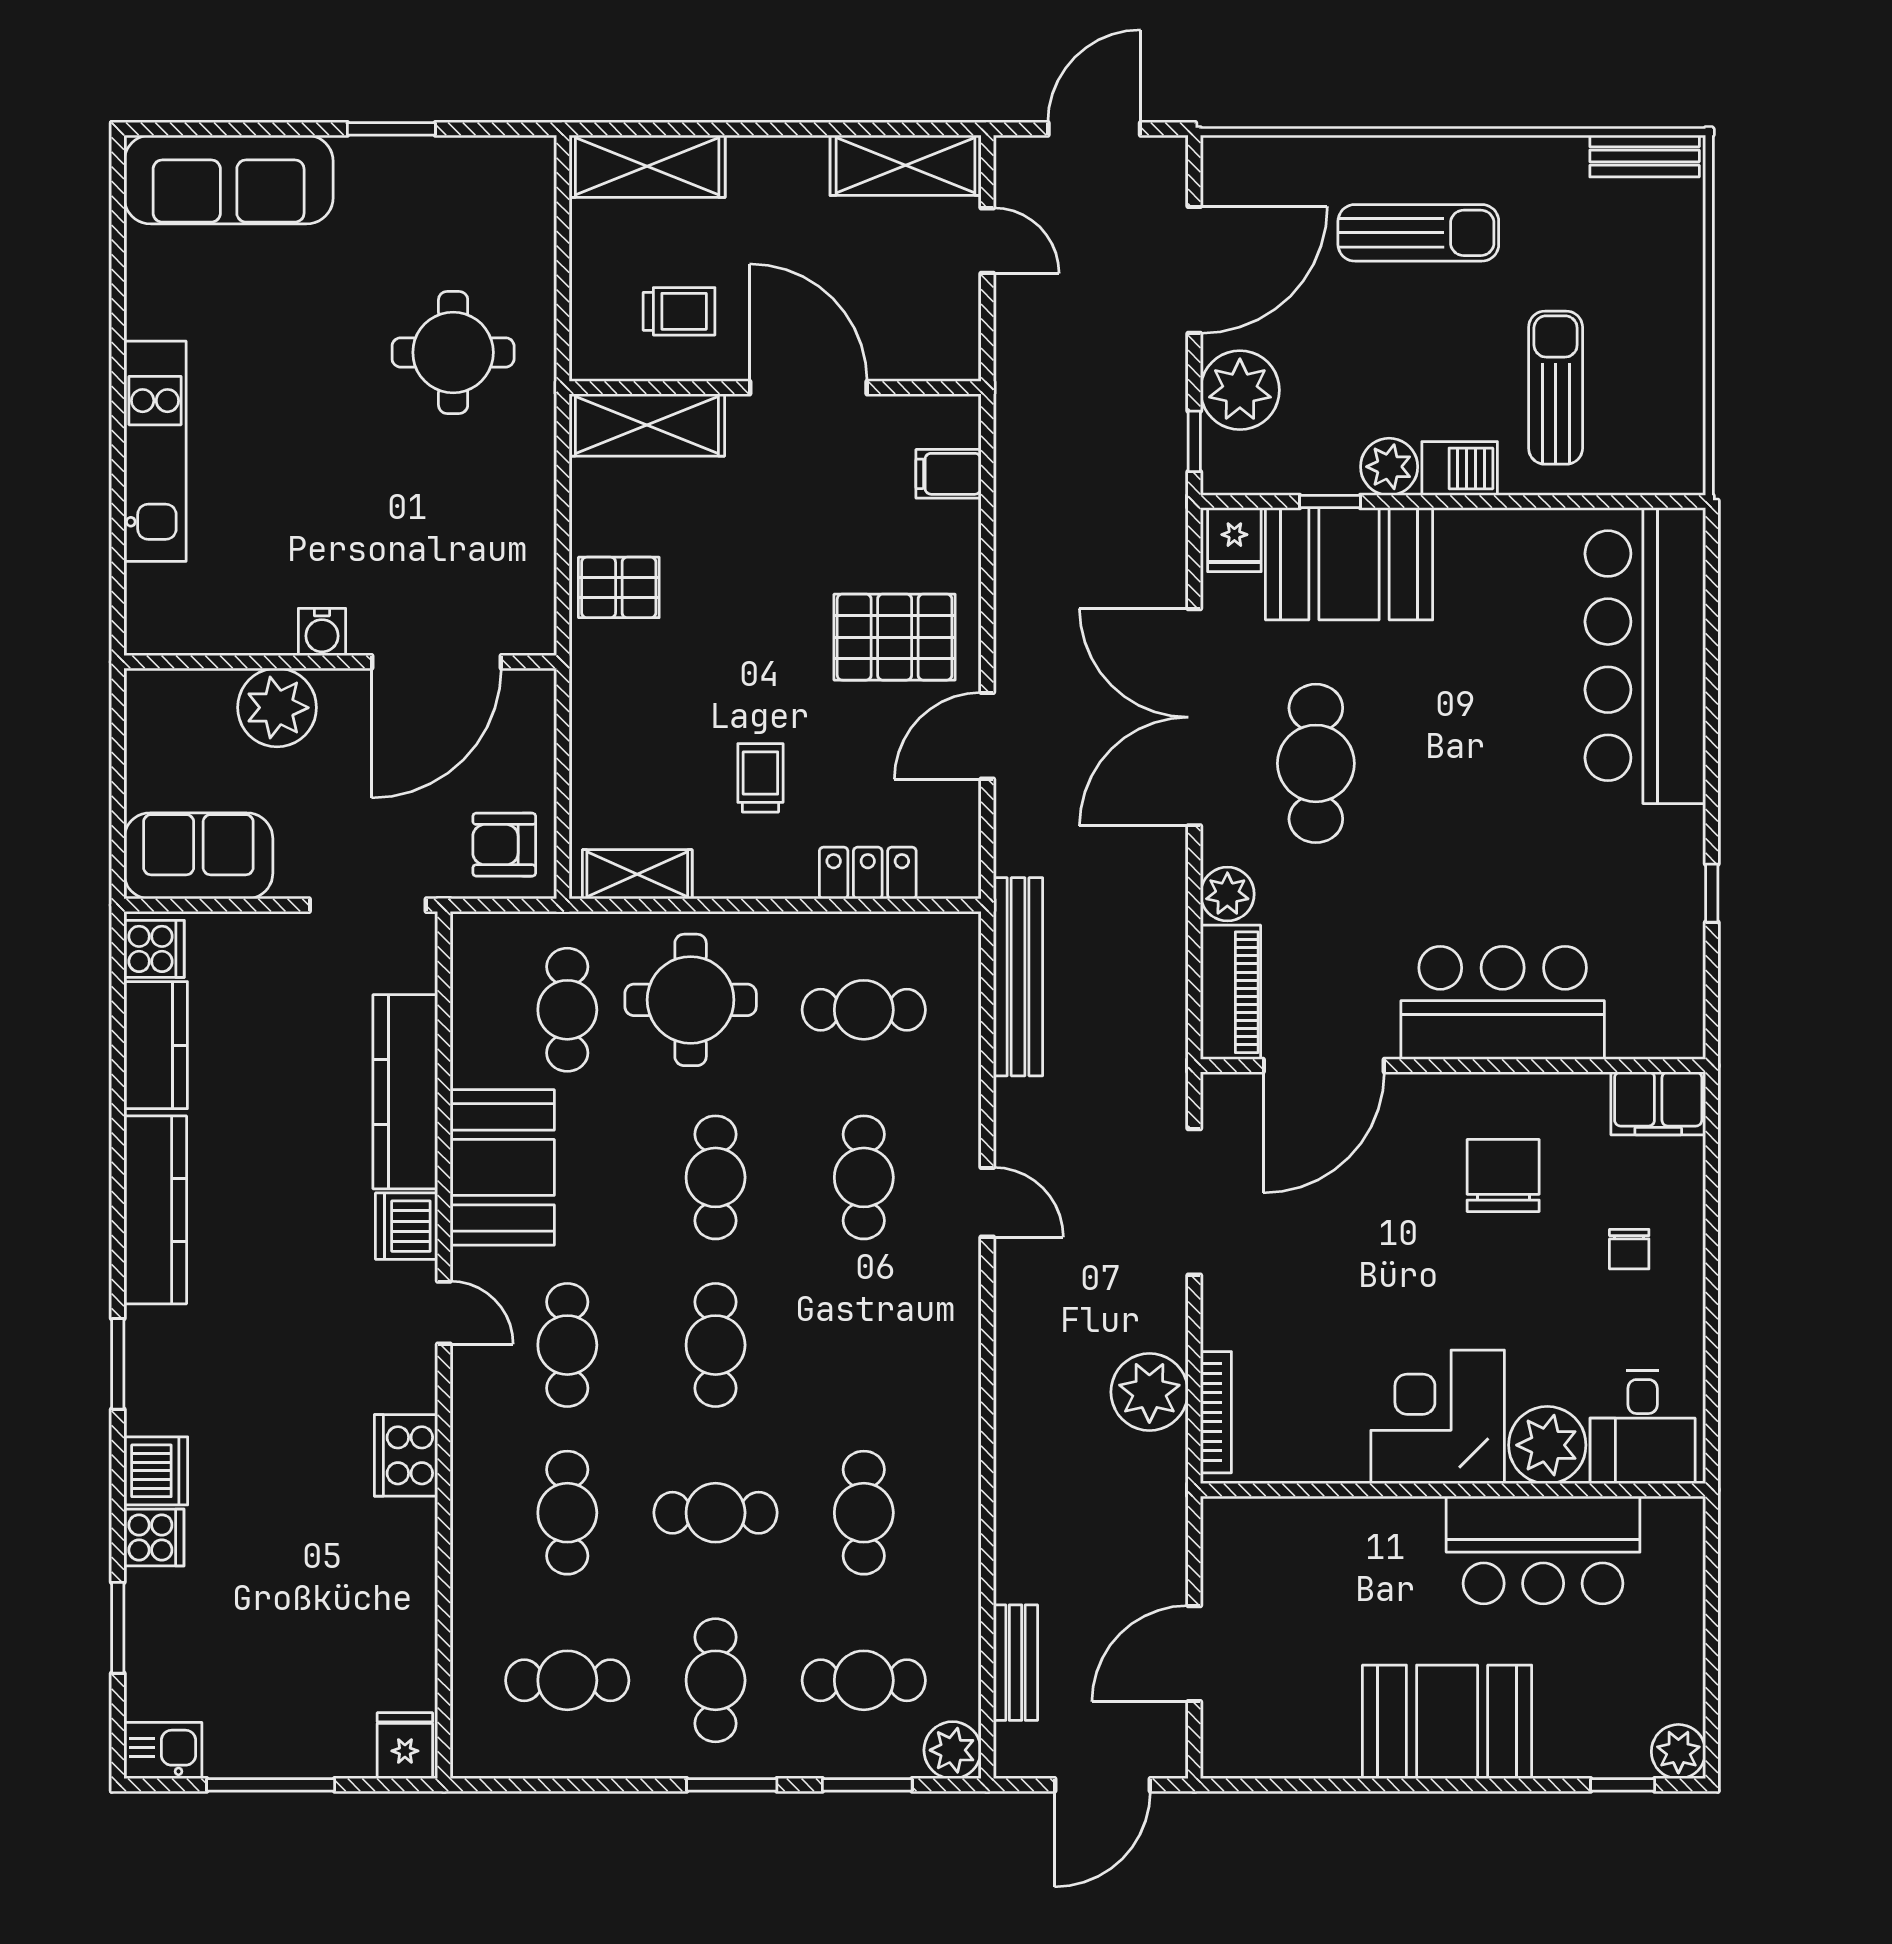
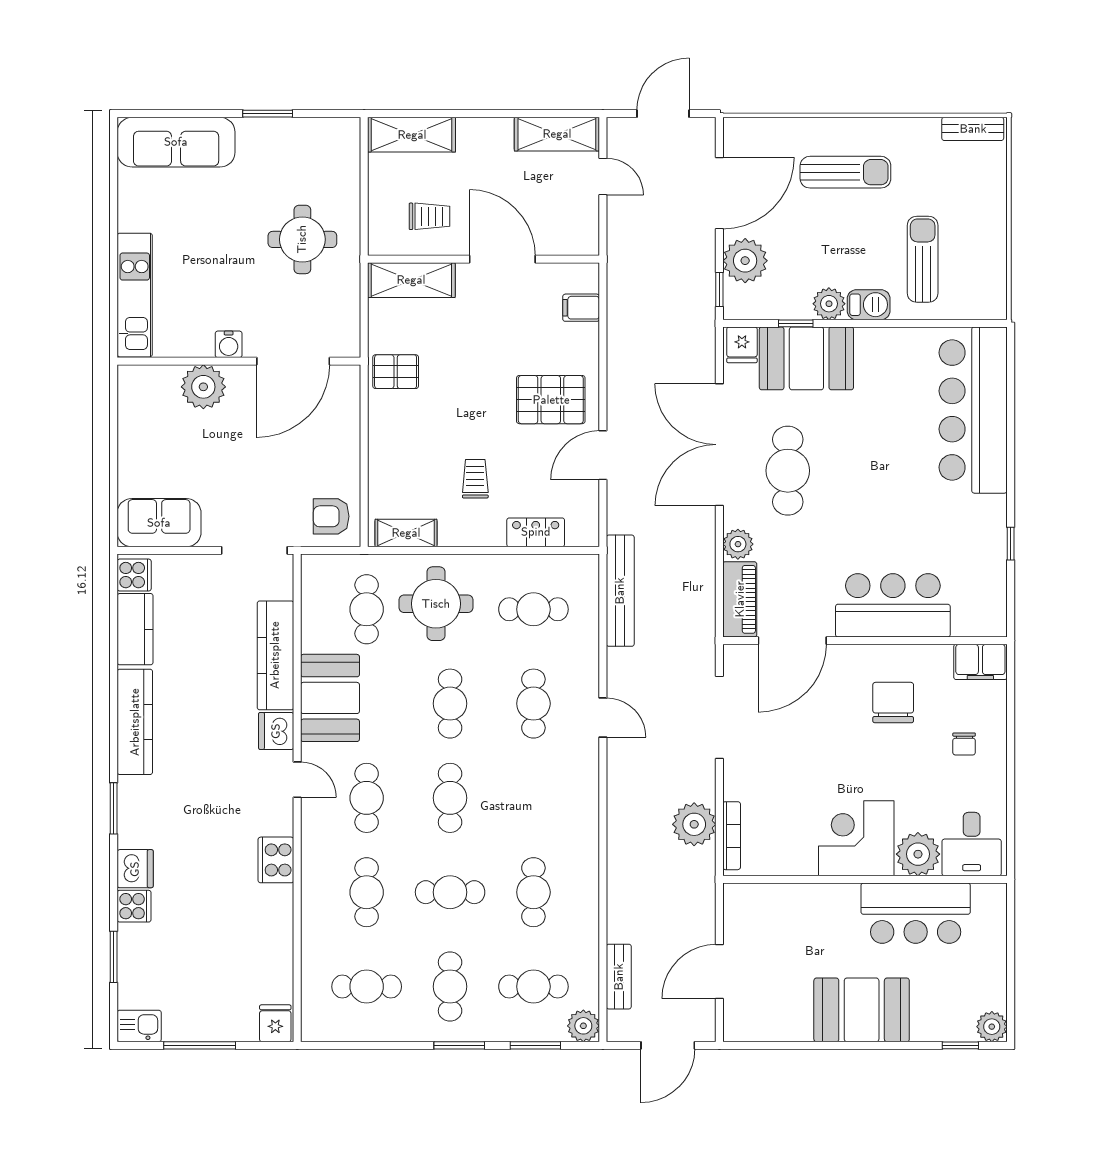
water cooler: (322, 632) -> (229, 344), moved
wall: (340, 662) -> (239, 361), moved
door: (436, 662) -> (293, 361), moved
plant: (277, 708) -> (203, 387), moved

